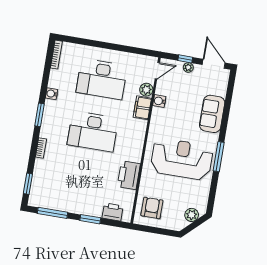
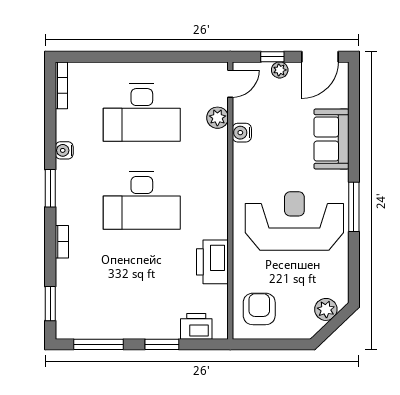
door: (214, 64) -> (320, 57), swing flipped
filing cabinet: (142, 108) -> (216, 148), removed

